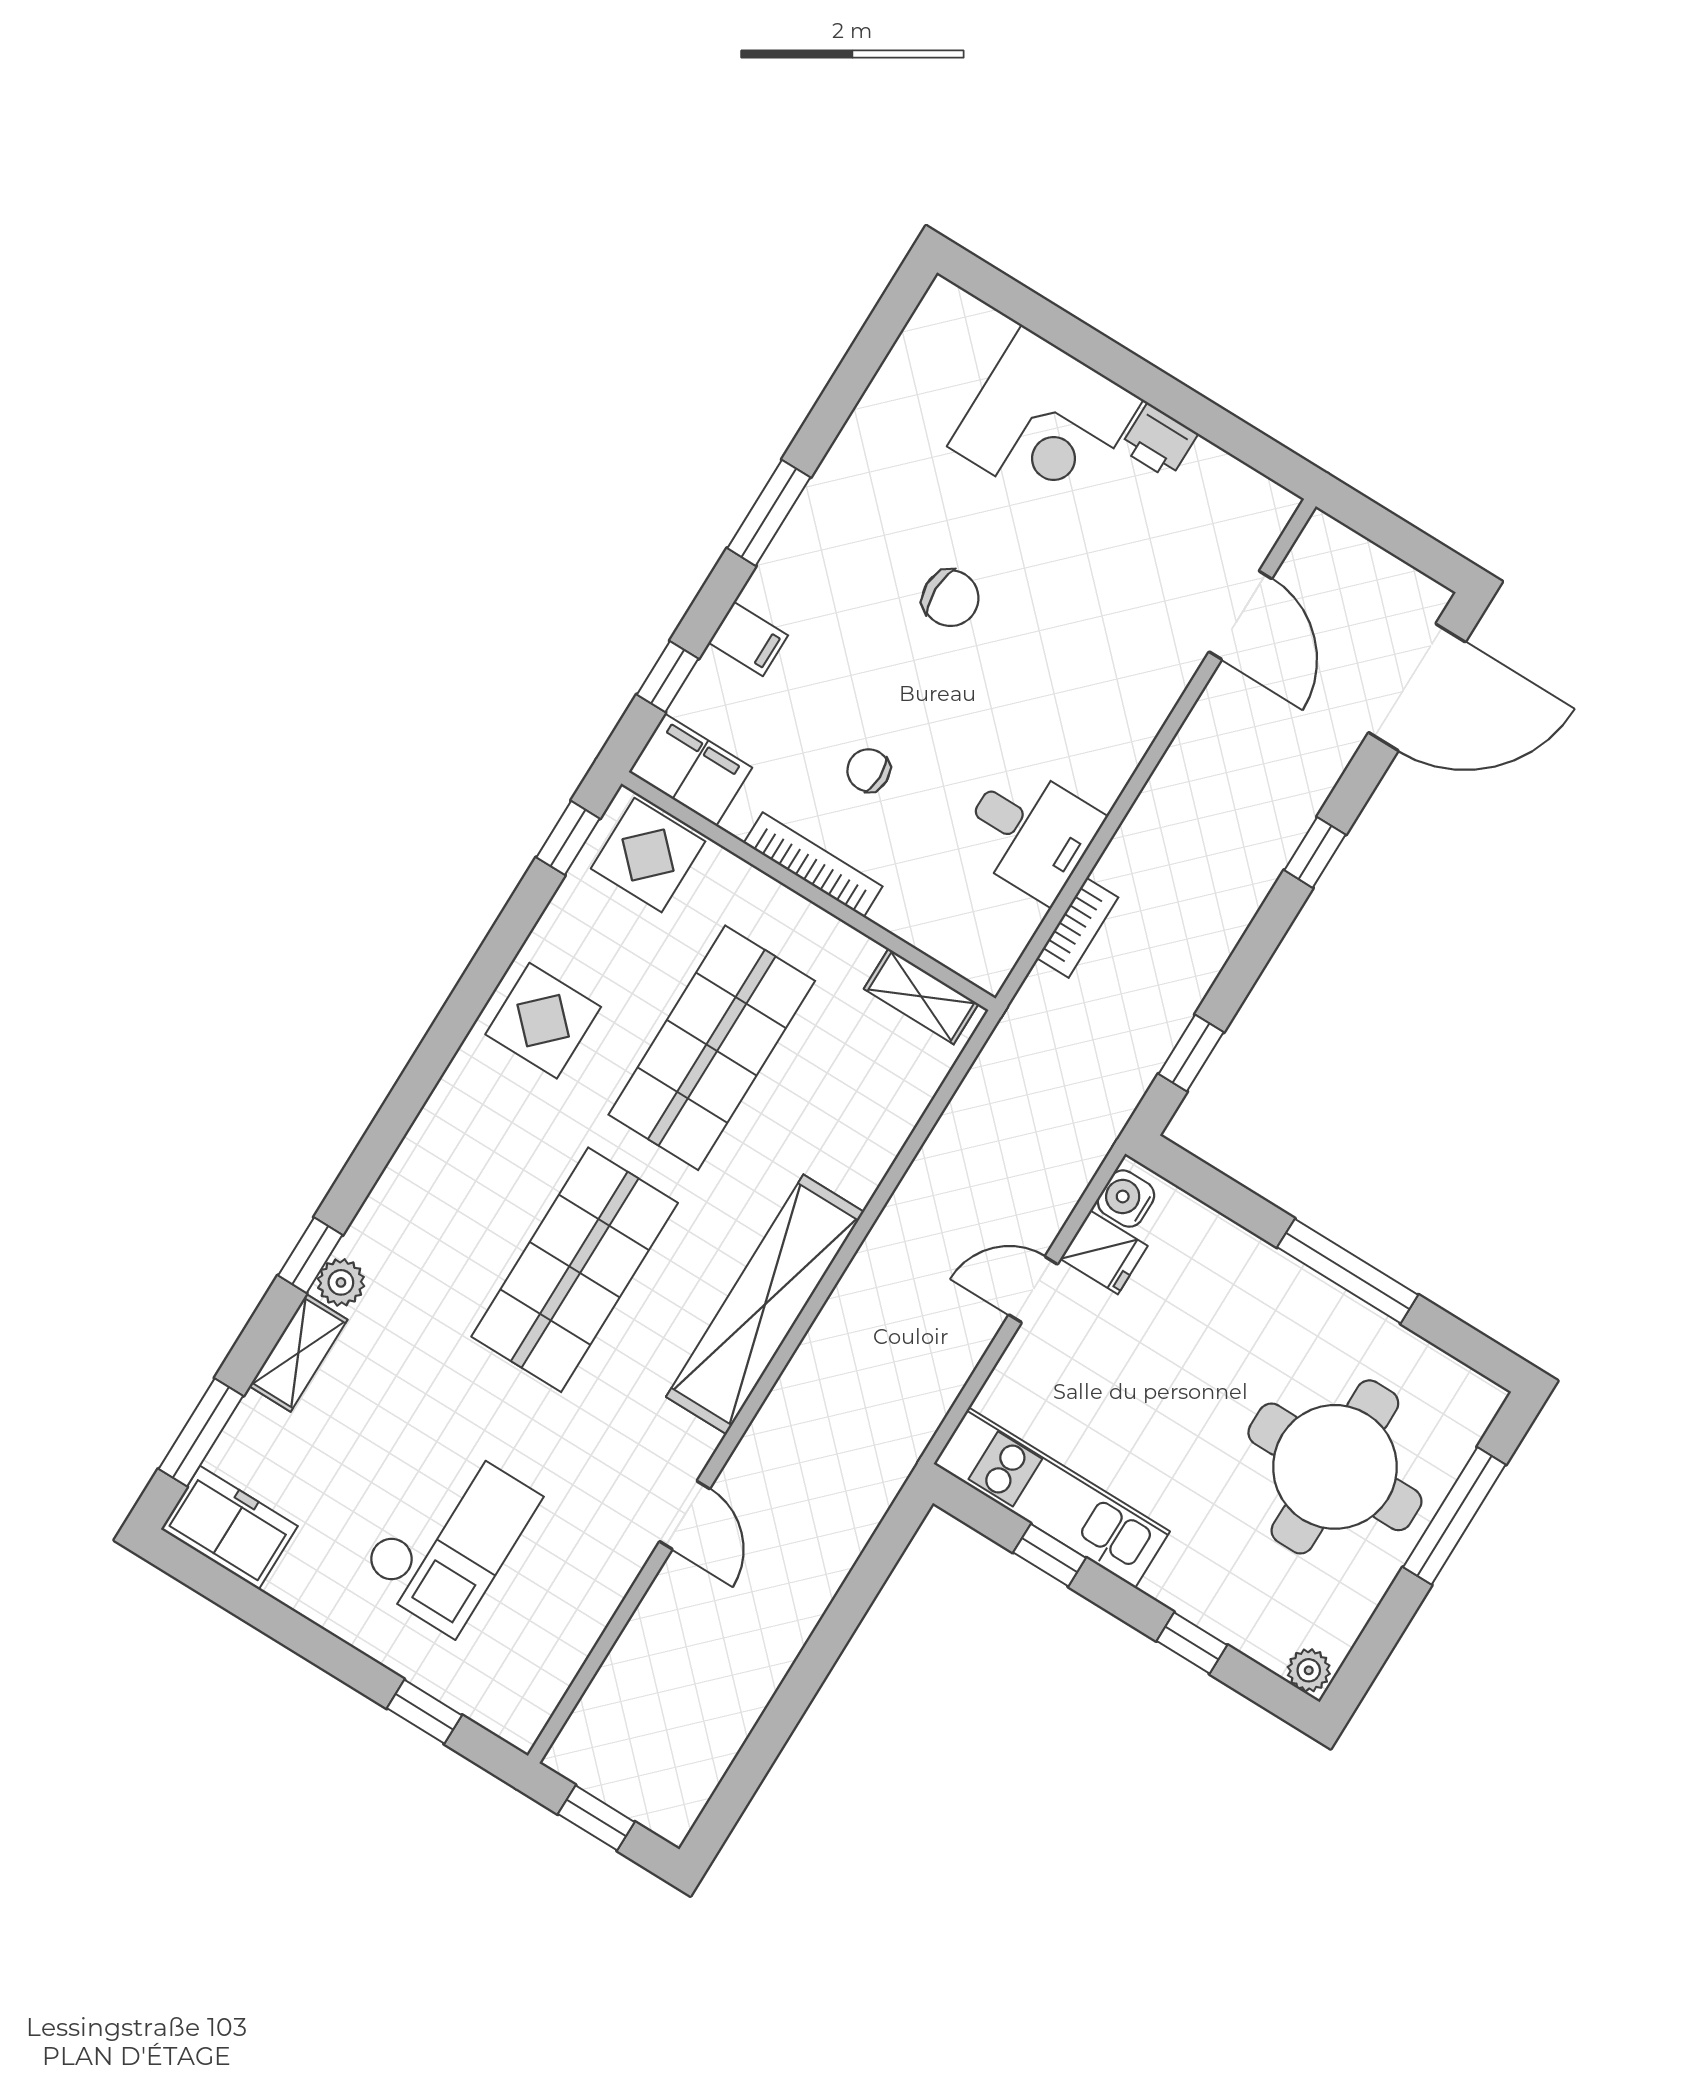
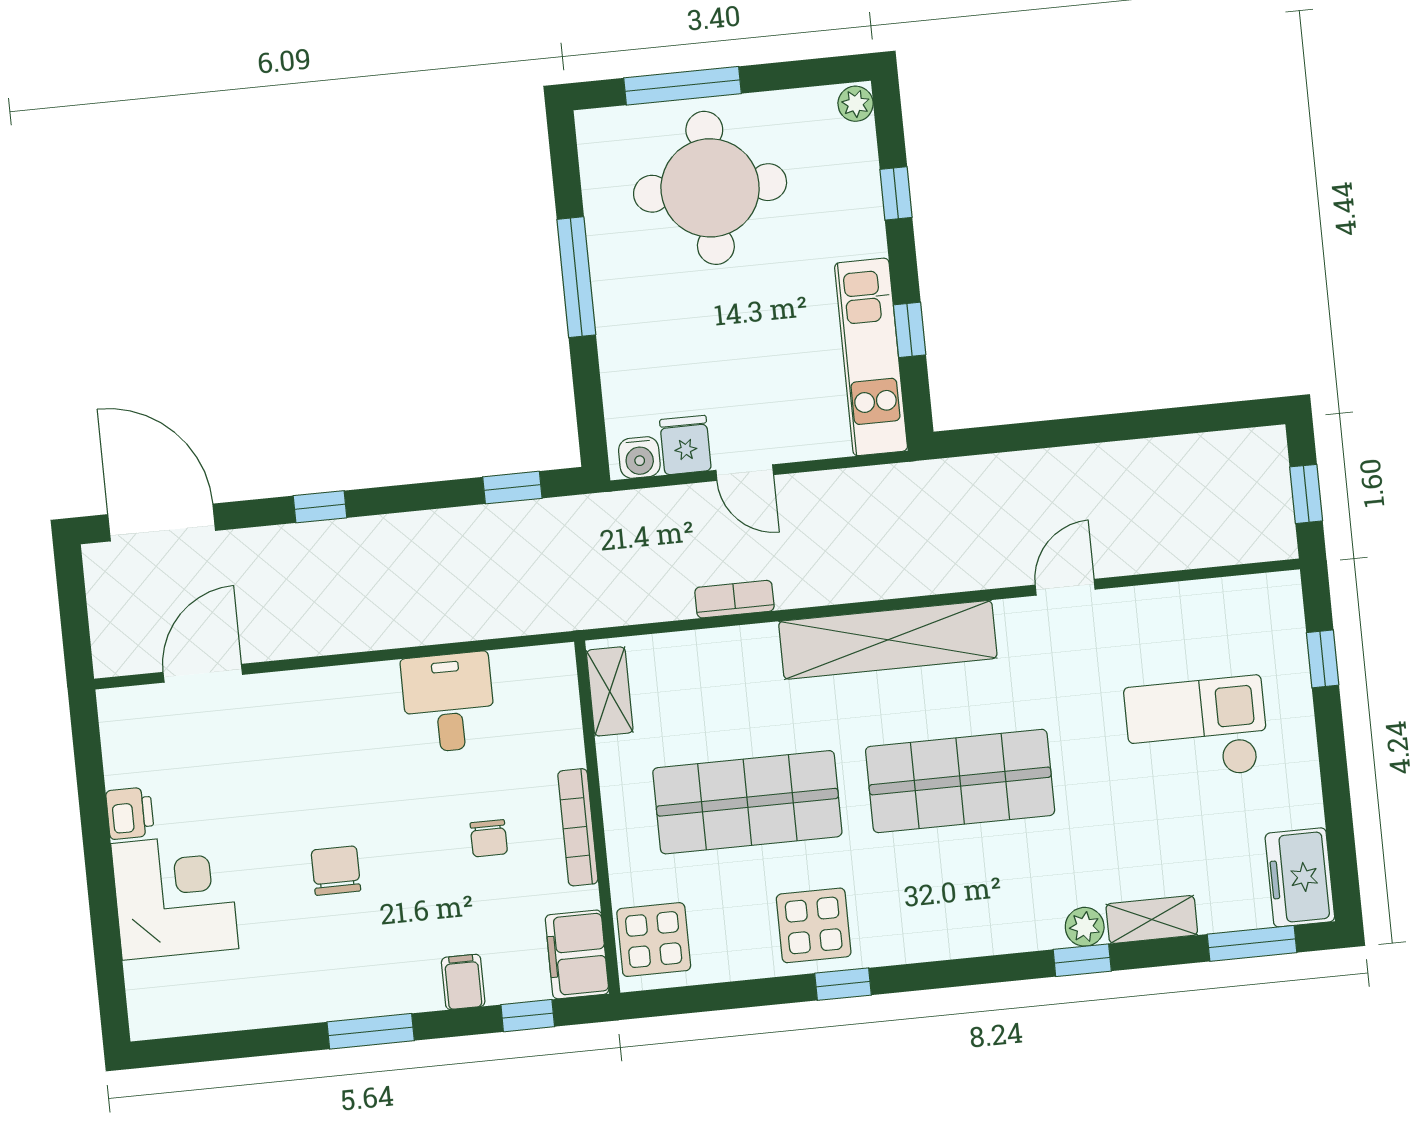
window: (568, 838) -> (843, 984), moved
bookcase: (1077, 928) -> (734, 599), moved

